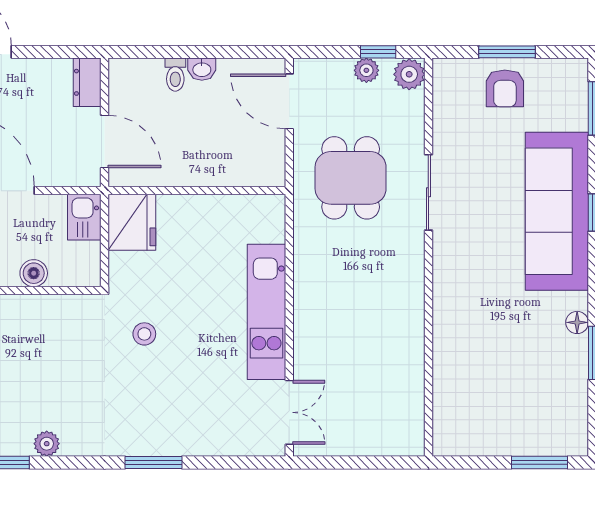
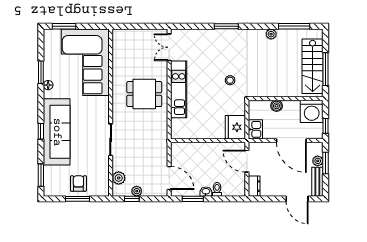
window: (233, 52) -> (193, 199), added
plant: (409, 74) -> (119, 178), moved
dining table: (351, 178) -> (144, 94), moved, turned 90
corner sofa: (489, 377) -> (85, 62), added

